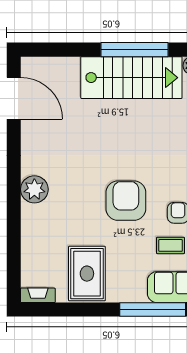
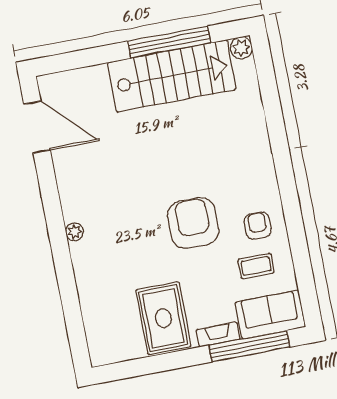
plant: (34, 189) -> (74, 232), width x0.53, depth x0.53
fireplace: (38, 295) -> (218, 335), moved

